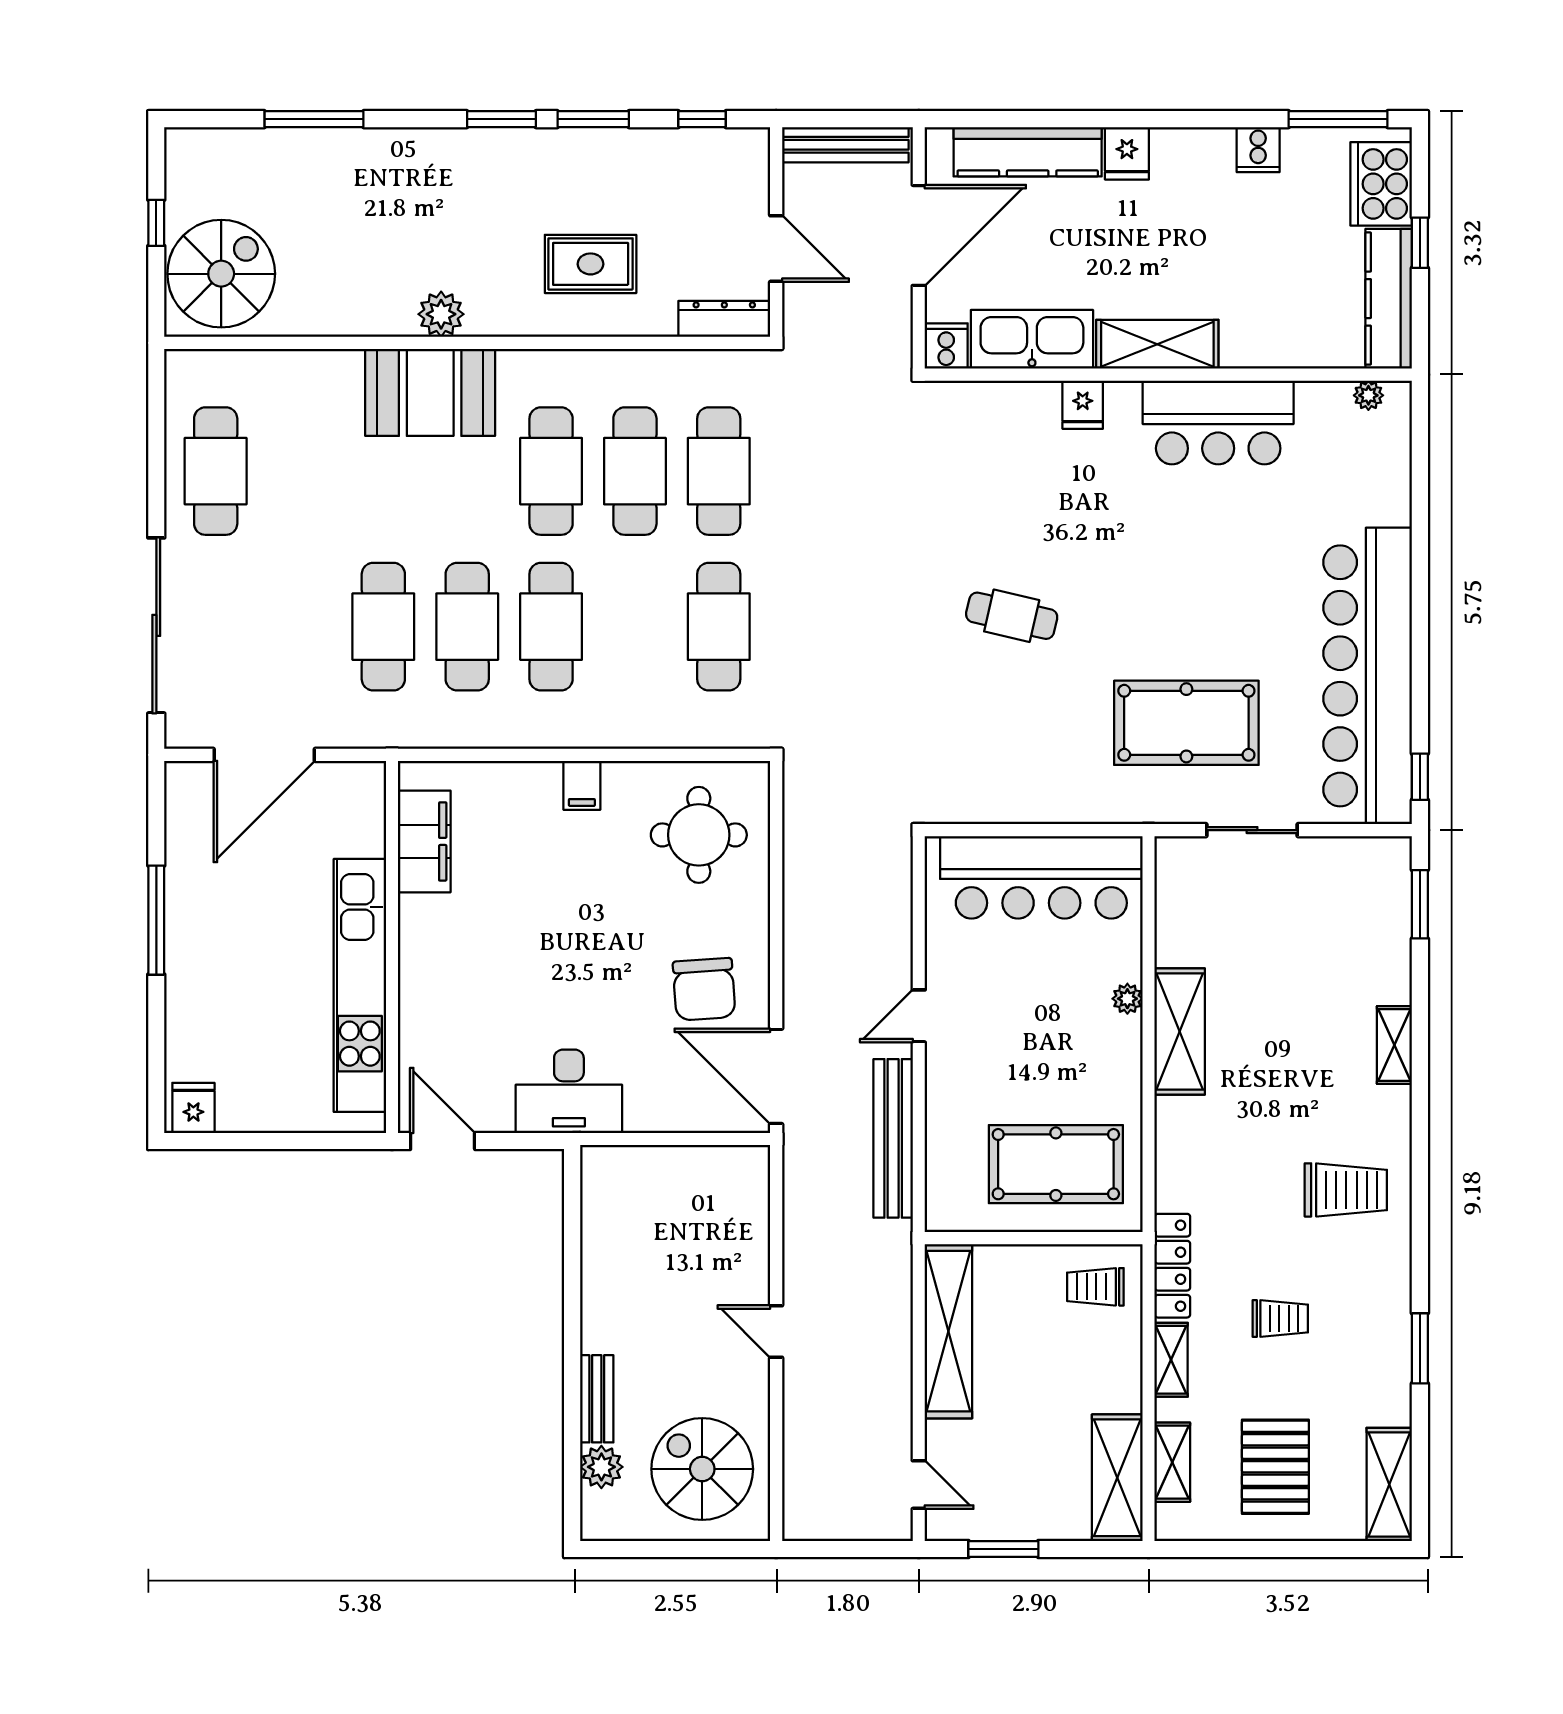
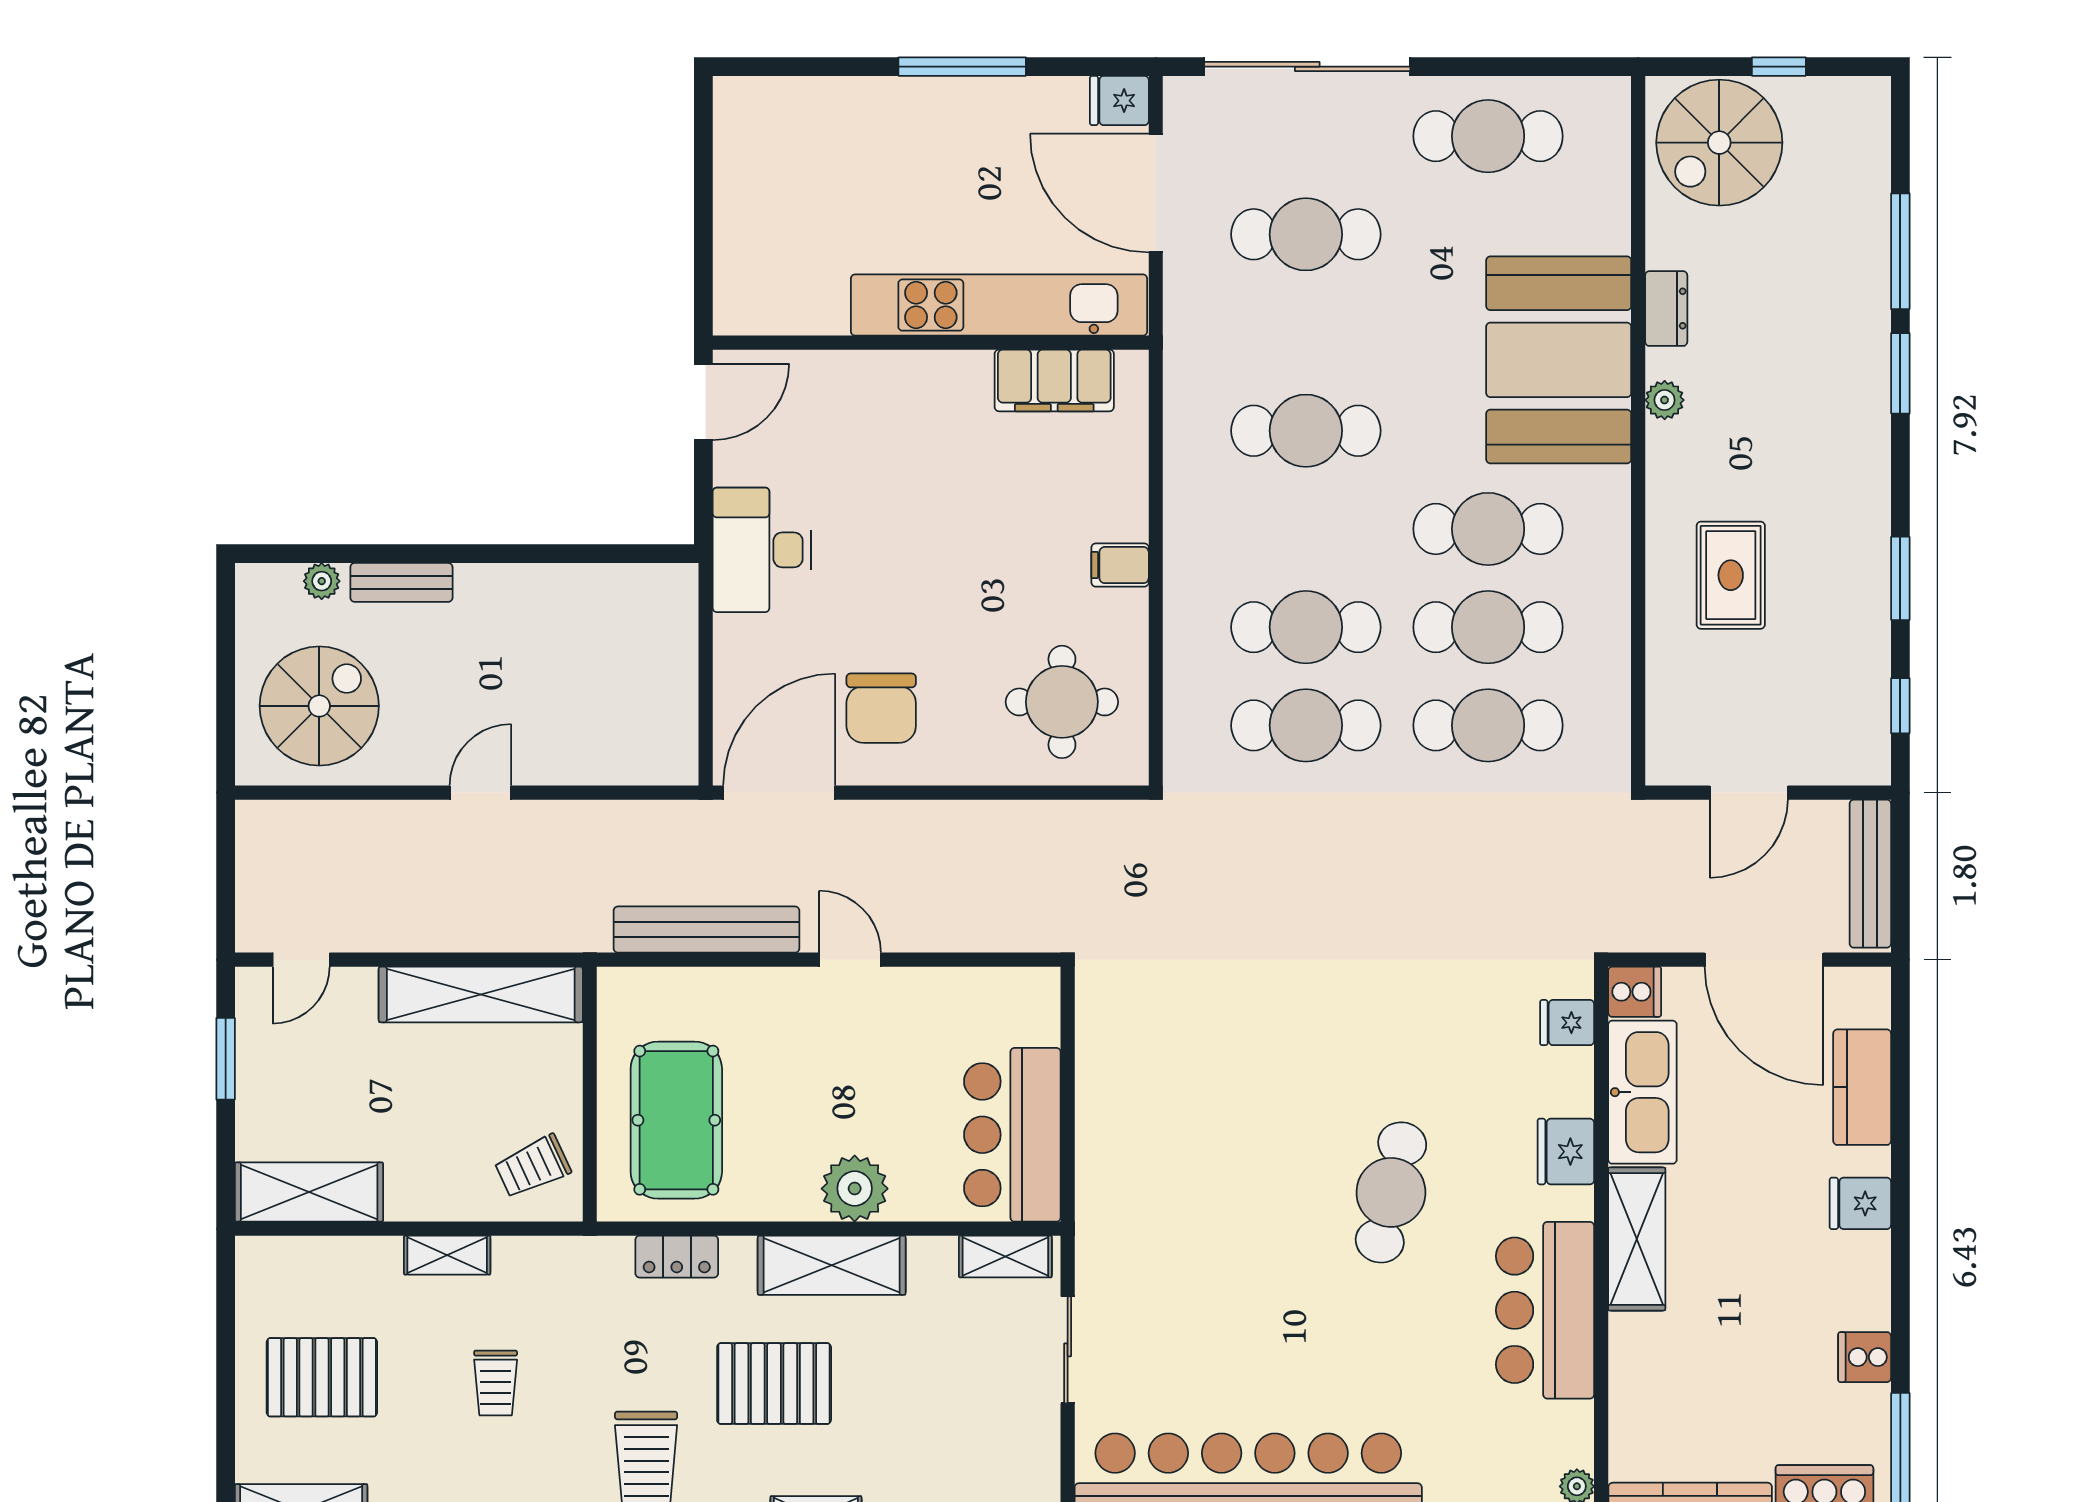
window: (501, 119) -> (1900, 373), moved
kitchen counter: (1028, 152) -> (1862, 1087), width x0.67
spiral stairs: (221, 274) -> (1719, 143), turned 90
plant: (441, 314) -> (1665, 400), width x0.73, depth x0.73
dresser: (724, 319) -> (1666, 309), moved, width x0.70
booth: (430, 392) -> (1559, 360), width x1.36, depth x1.42
fridge: (973, 404) -> (1567, 1023), added
fridge: (1083, 405) -> (1566, 1152), width x1.38
cafe table: (1012, 616) -> (1391, 1192), moved, width x1.37, depth x1.35
cafe table: (383, 627) -> (1306, 234), moved
cafe table: (551, 627) -> (1306, 627), moved
pool table: (1186, 723) -> (1193, 1273), removed
bar counter: (1041, 877) -> (1012, 1135), width x0.73
kitchen unit: (360, 985) -> (999, 305), moved
chair: (704, 989) -> (881, 708), turned -86
plant: (1127, 999) -> (855, 1189), width x1.88, depth x1.88
pallet: (1281, 1081) -> (774, 1384), added
fridge: (193, 1108) -> (1119, 101), moved, turned 180
locker: (1172, 1266) -> (677, 1257), moved, width x0.66
trolley: (1095, 1287) -> (533, 1166), turned -115
shelving: (1172, 1462) -> (1005, 1257), moved
plant: (601, 1467) -> (322, 581), width x0.73, depth x0.73

